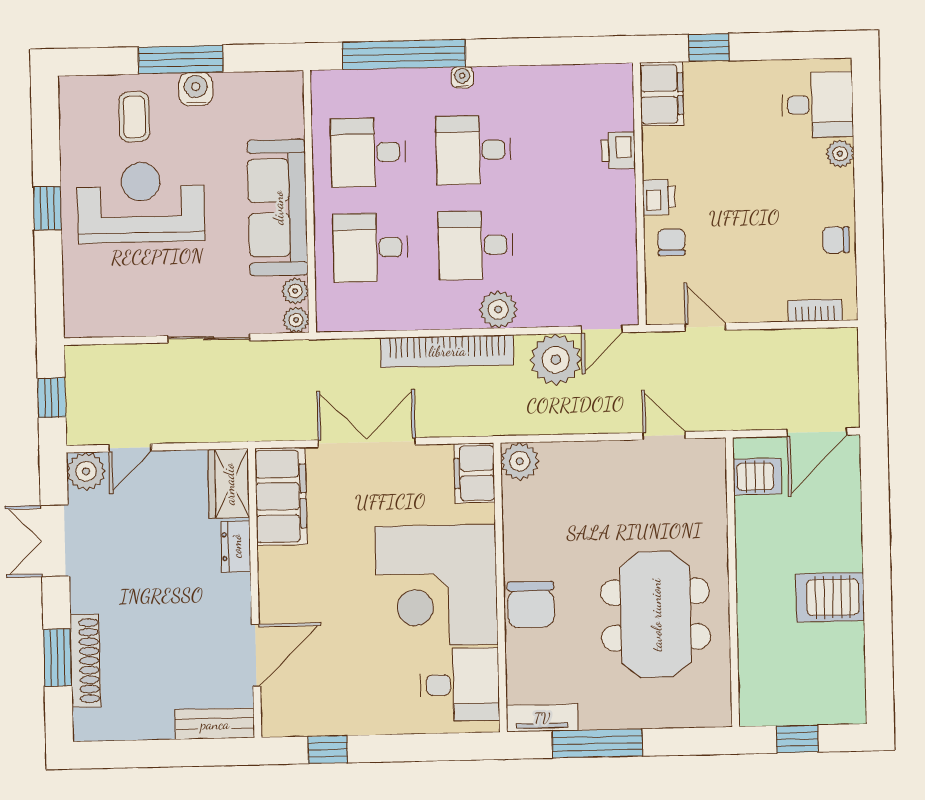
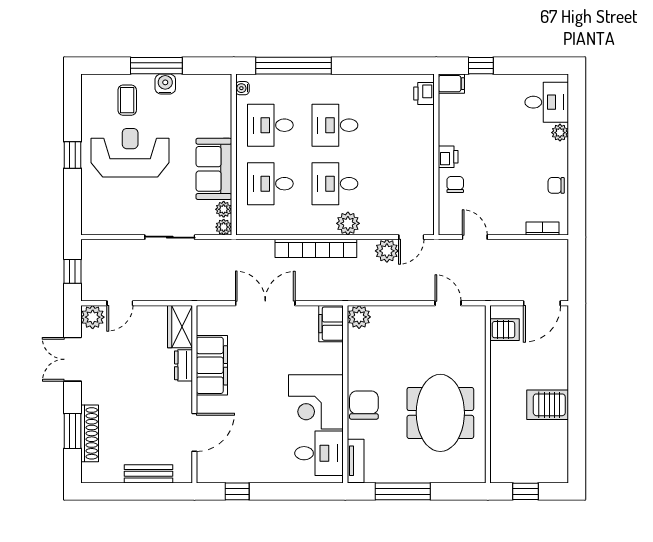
water cooler: (462, 77) -> (242, 88), moved, turned -90
filing cabinet: (662, 94) -> (451, 84), width x0.50
printer: (618, 150) -> (424, 93), moved
sofa: (278, 208) -> (214, 169), width x0.73
plant: (556, 360) -> (387, 251), width x0.73, depth x0.73
filing cabinet: (281, 496) -> (212, 365), moved
corner desk: (436, 586) -> (316, 402), width x0.74, depth x0.74
chair: (531, 605) -> (364, 405), turned 180
tv unit: (542, 718) -> (356, 461), moved, turned 90
bench: (215, 724) -> (149, 474), moved

